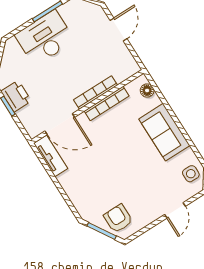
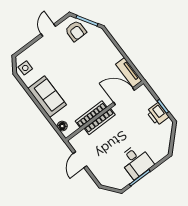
door: (119, 30) -> (80, 160), moved
desk: (45, 38) -> (136, 161), width x0.73
door: (175, 210) -> (48, 30), moved

